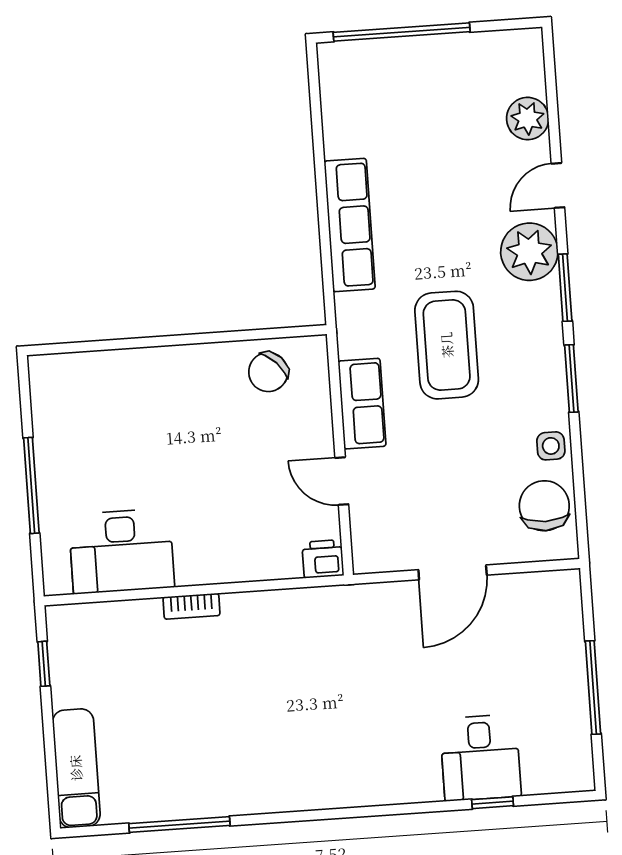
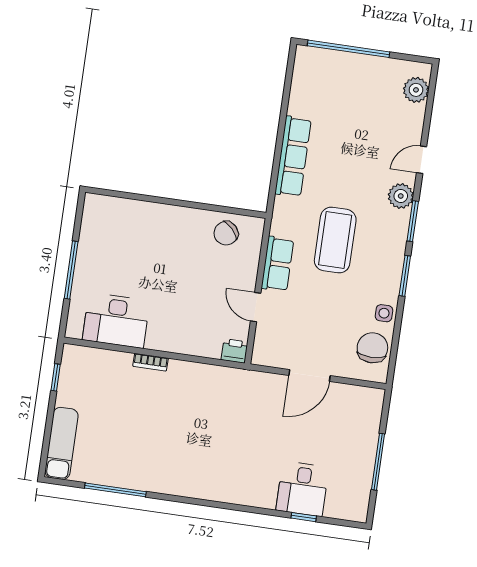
plant: (528, 119) -> (416, 90), moved
plant: (529, 252) -> (401, 196), width x0.73, depth x0.73

